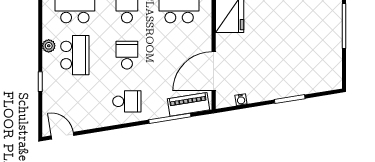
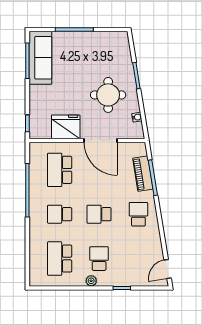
school desk: (75, 55) -> (99, 259), width x0.54
round table: (267, 66) -> (108, 95), added
door: (214, 71) -> (100, 140), moved
piano: (188, 104) -> (143, 174), moved

